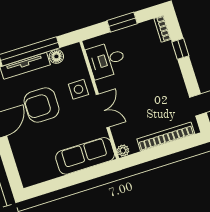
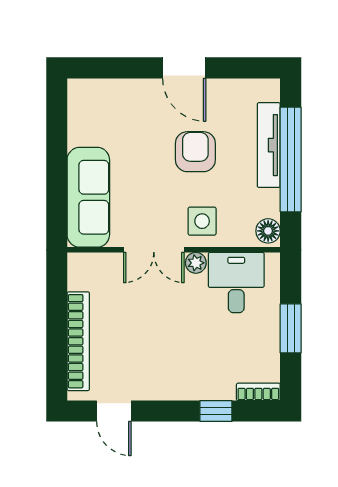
floor lamp: (56, 56) -> (268, 231), moved
armchair: (42, 105) -> (195, 152), width x0.73, depth x0.73
plant: (123, 150) -> (196, 263), moved

